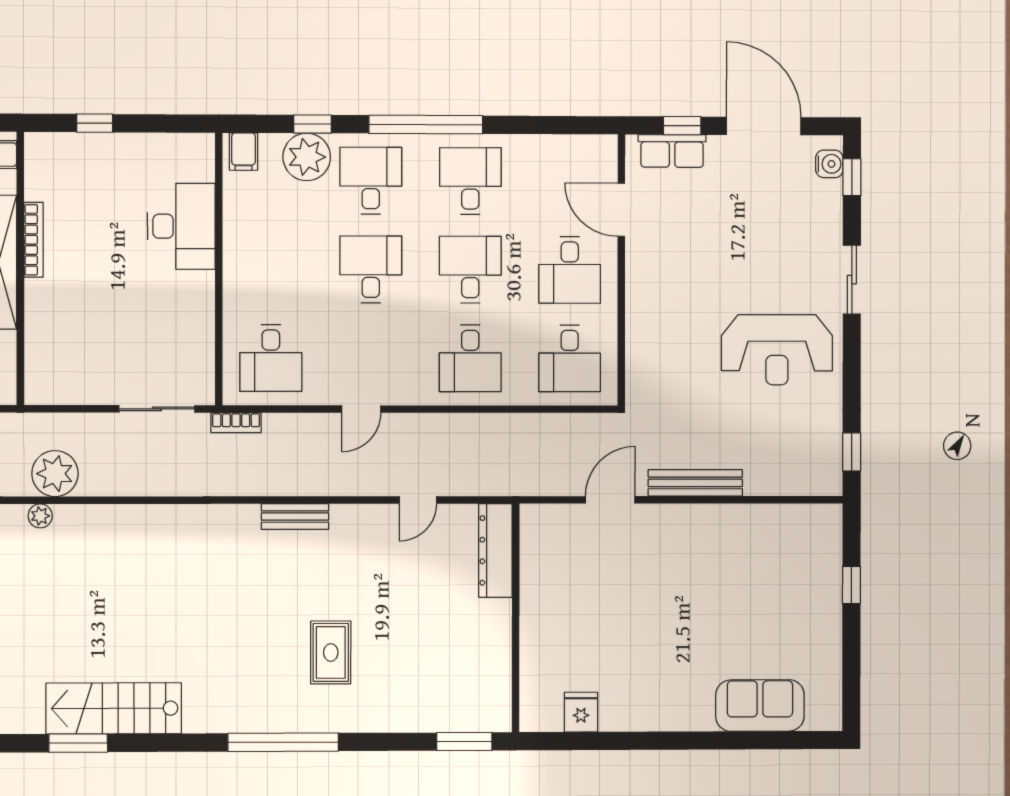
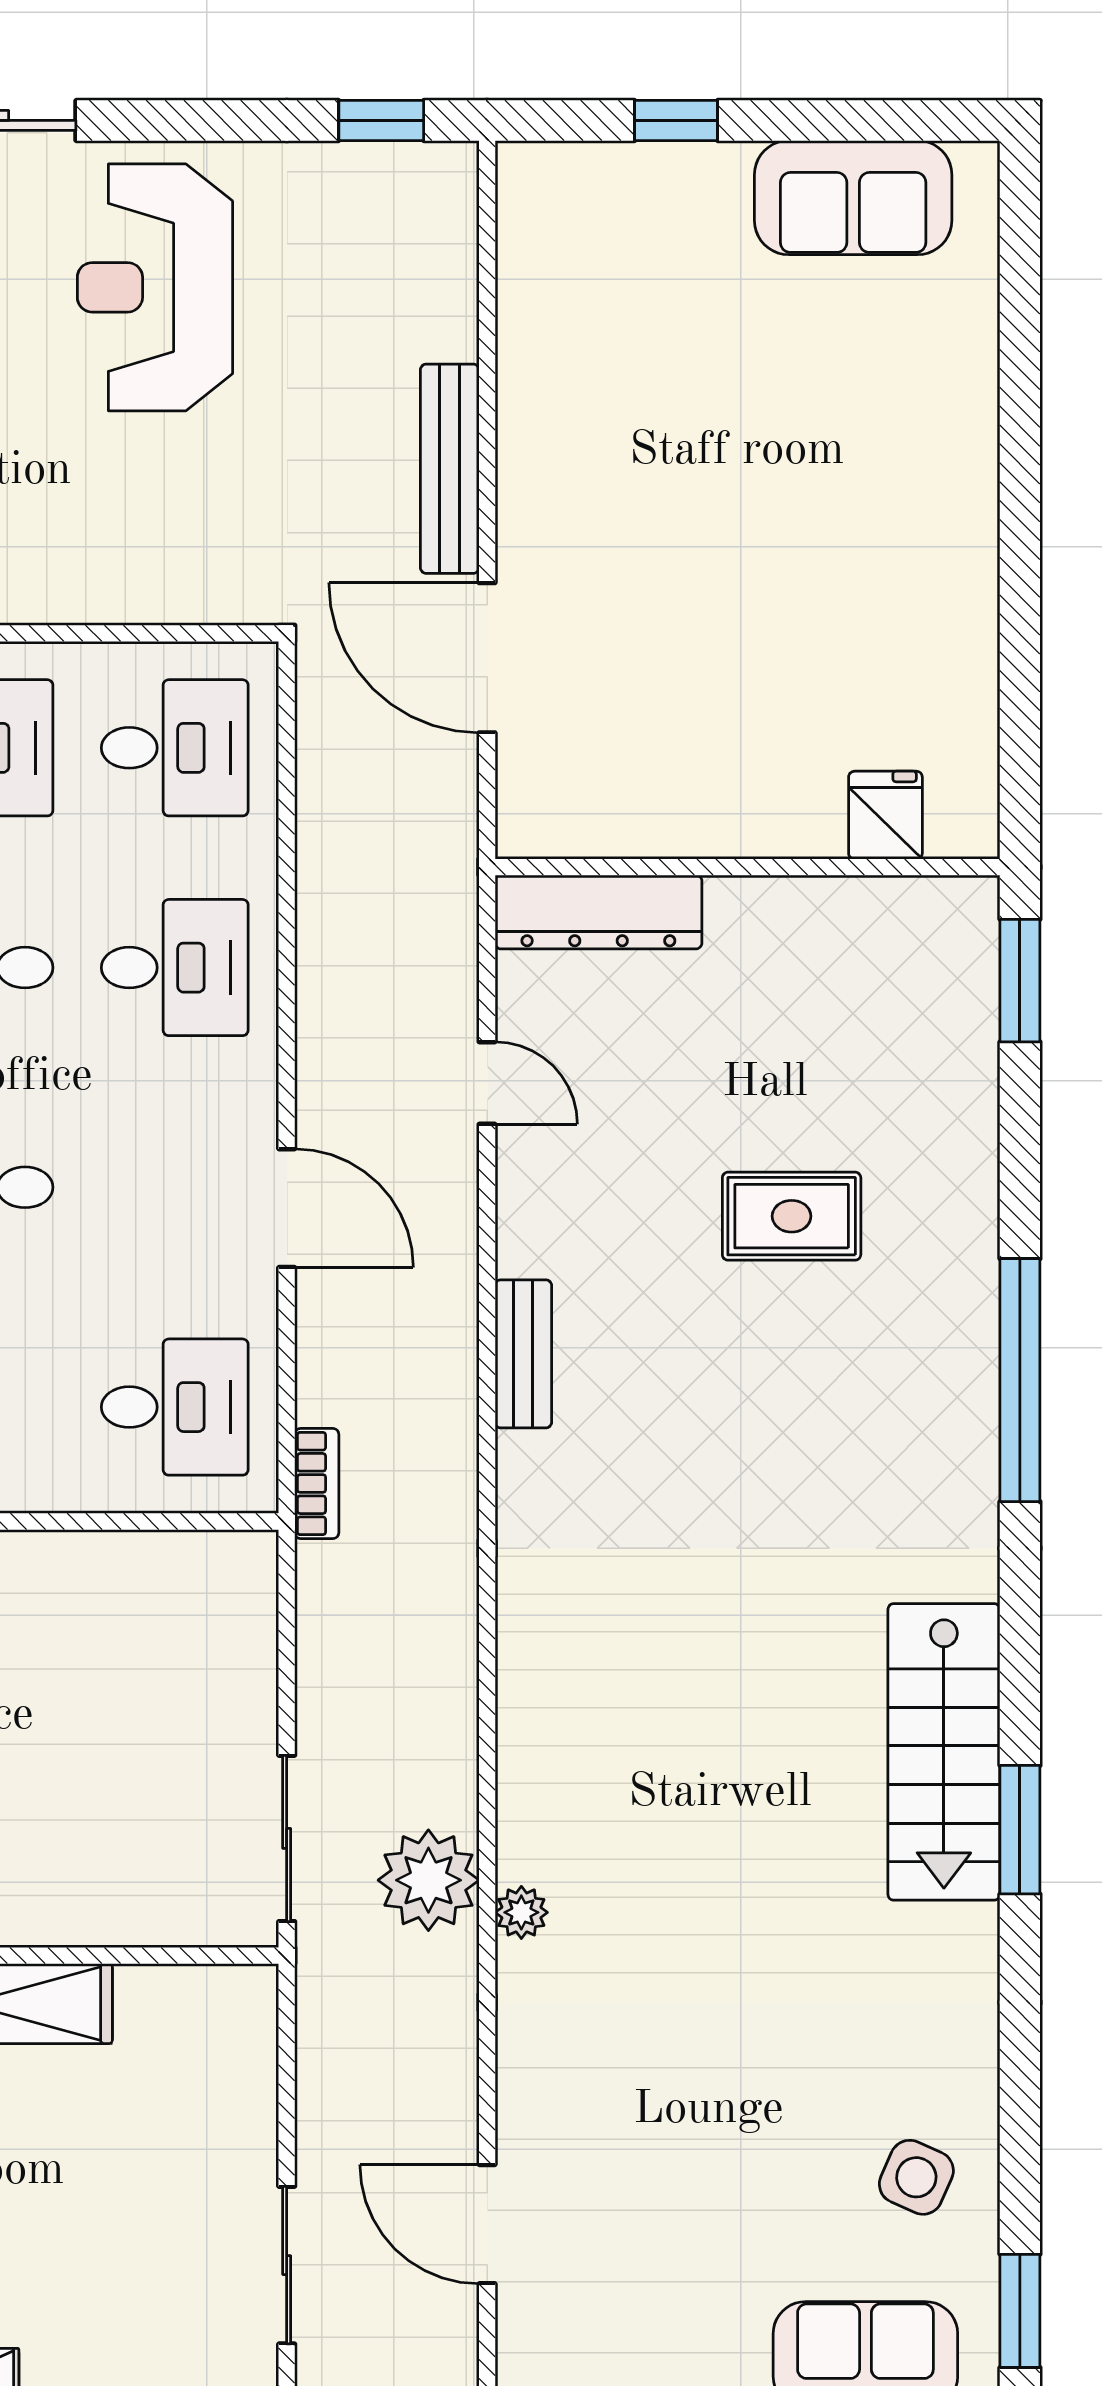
reception desk: (777, 350) -> (155, 287), turned 180
sliding door: (157, 409) -> (287, 1838), moved
door: (361, 409) -> (287, 1208), width x1.38
door: (610, 500) -> (487, 658), width x1.36
rug: (331, 652) -> (792, 1216), moved
sofa: (760, 706) -> (853, 198), moved, turned -90
fridge: (581, 712) -> (885, 815), moved, turned 90

